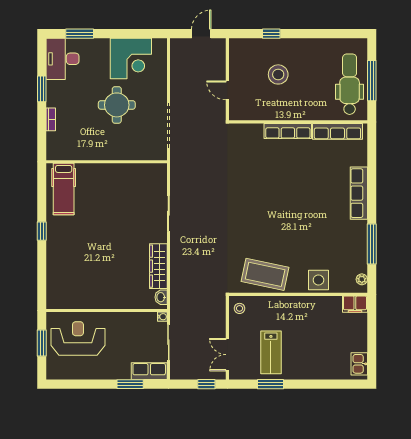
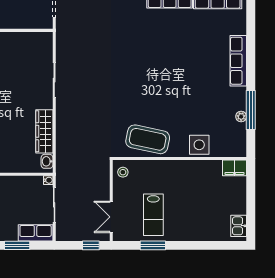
plant: (362, 279) -> (241, 117), moved

